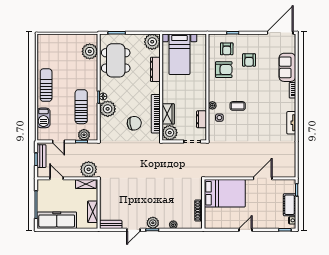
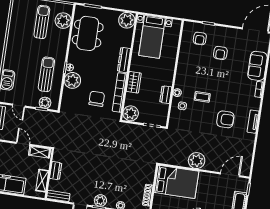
dresser: (155, 69) -> (124, 60), moved
armchair: (224, 70) -> (225, 119), moved
sun lounger: (46, 85) -> (42, 22), moved
wardrobe: (168, 114) -> (134, 82), moved
dresser: (201, 119) -> (166, 95), moved
chair: (134, 123) -> (97, 99), turned -82
plant: (89, 169) -> (197, 161), moved
door: (56, 178) -> (23, 144), moved
door: (263, 178) -> (230, 175), moved
dresser: (104, 200) -> (56, 171), added

